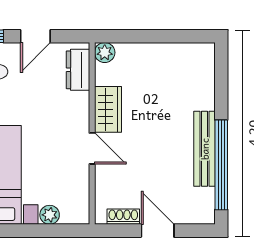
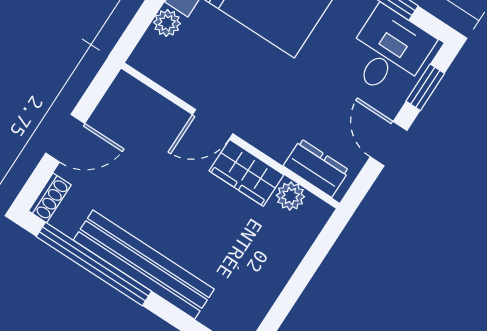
plant: (105, 53) -> (290, 196), moved
bench: (205, 149) -> (144, 265), width x1.37, depth x1.21
shoe rack: (123, 217) -> (50, 198), moved

